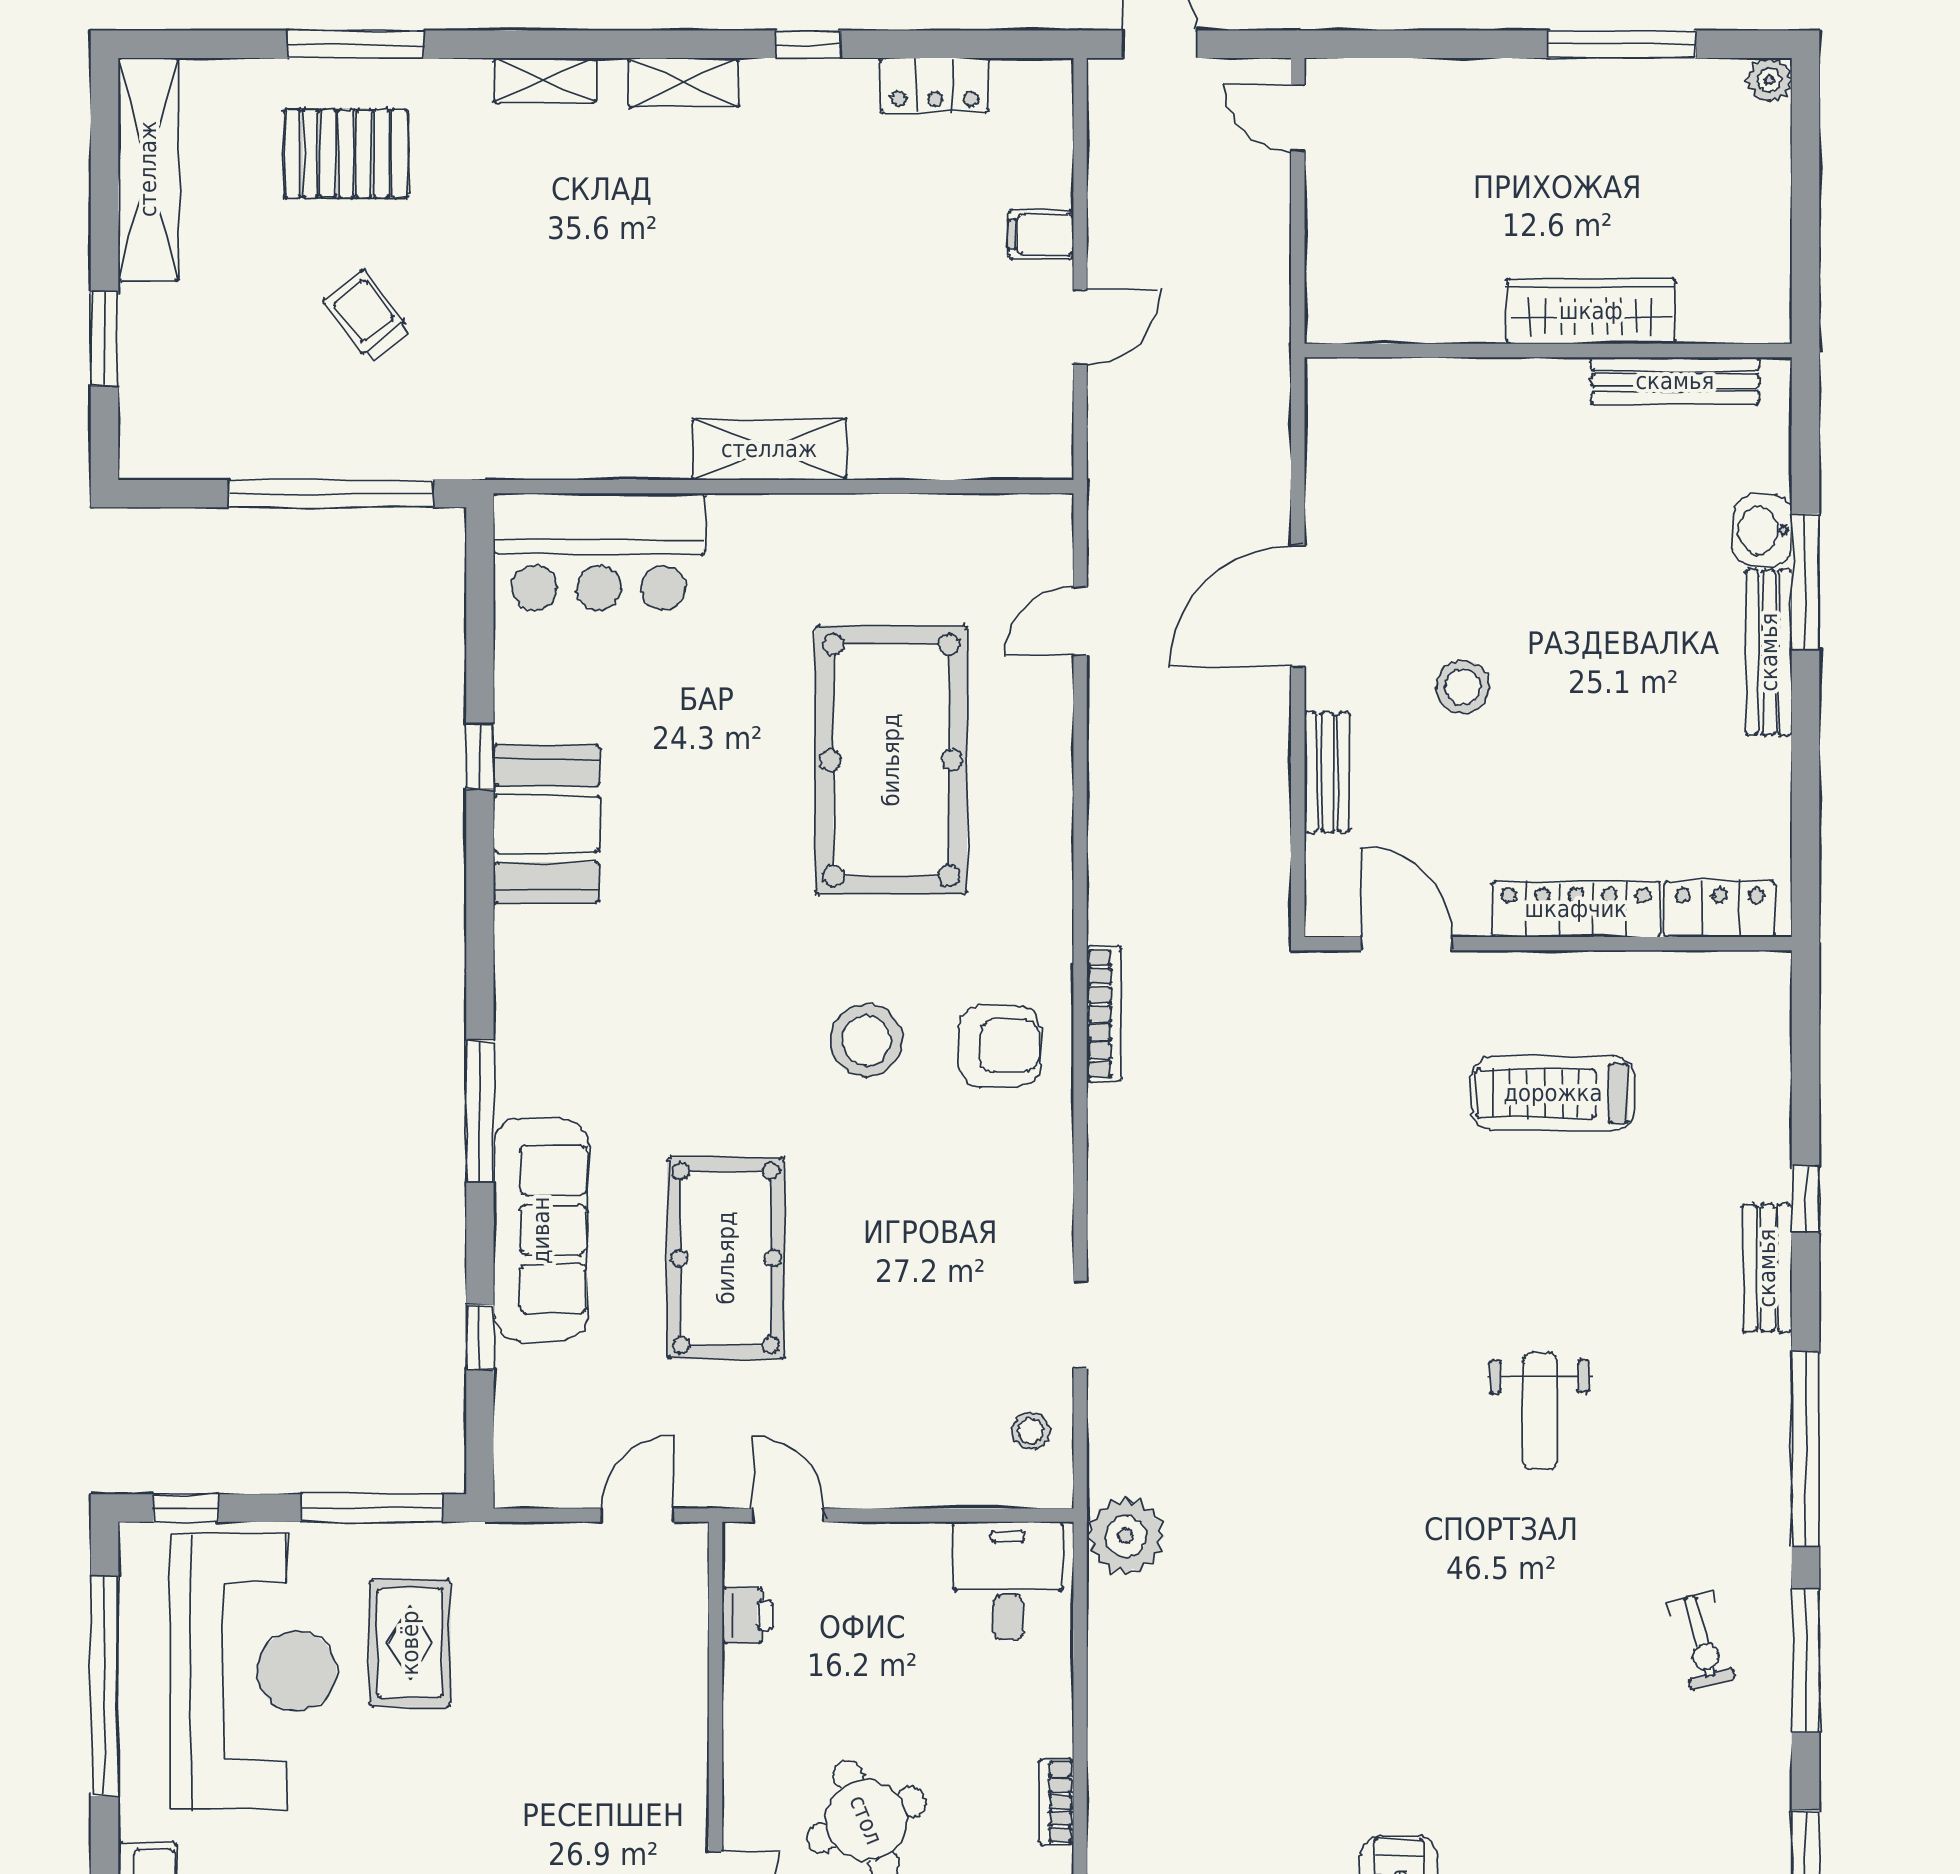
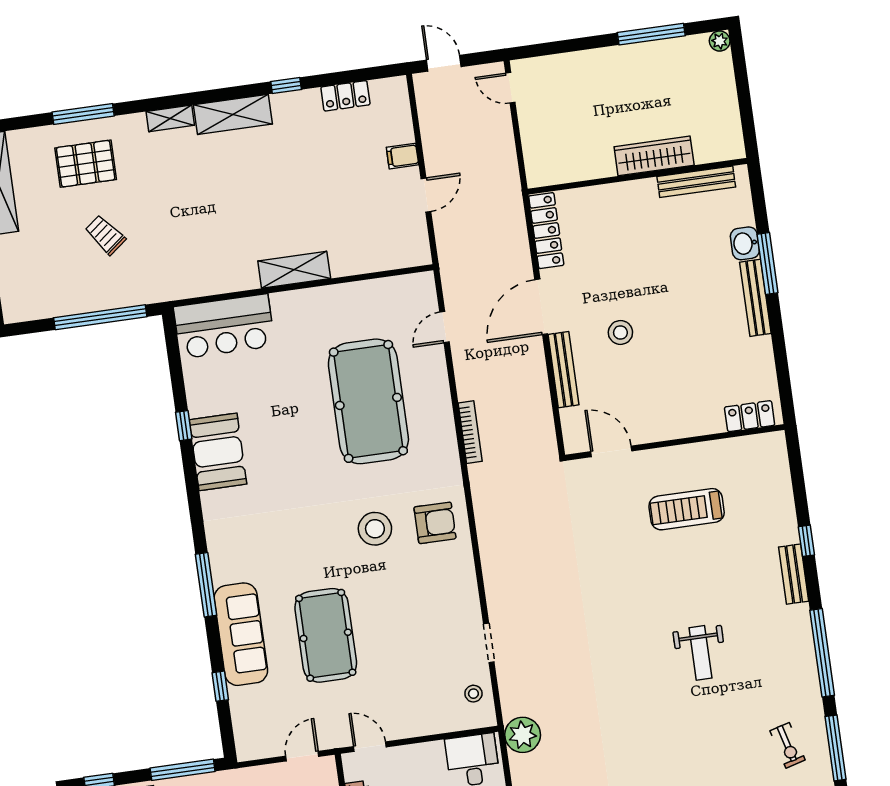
shelving: (683, 83) -> (233, 114), width x1.50, depth x1.33
bench: (1327, 772) -> (564, 370), width x1.36
locker: (1576, 909) -> (546, 231), moved, turned 90
bookcase: (1104, 1014) -> (470, 432), moved

